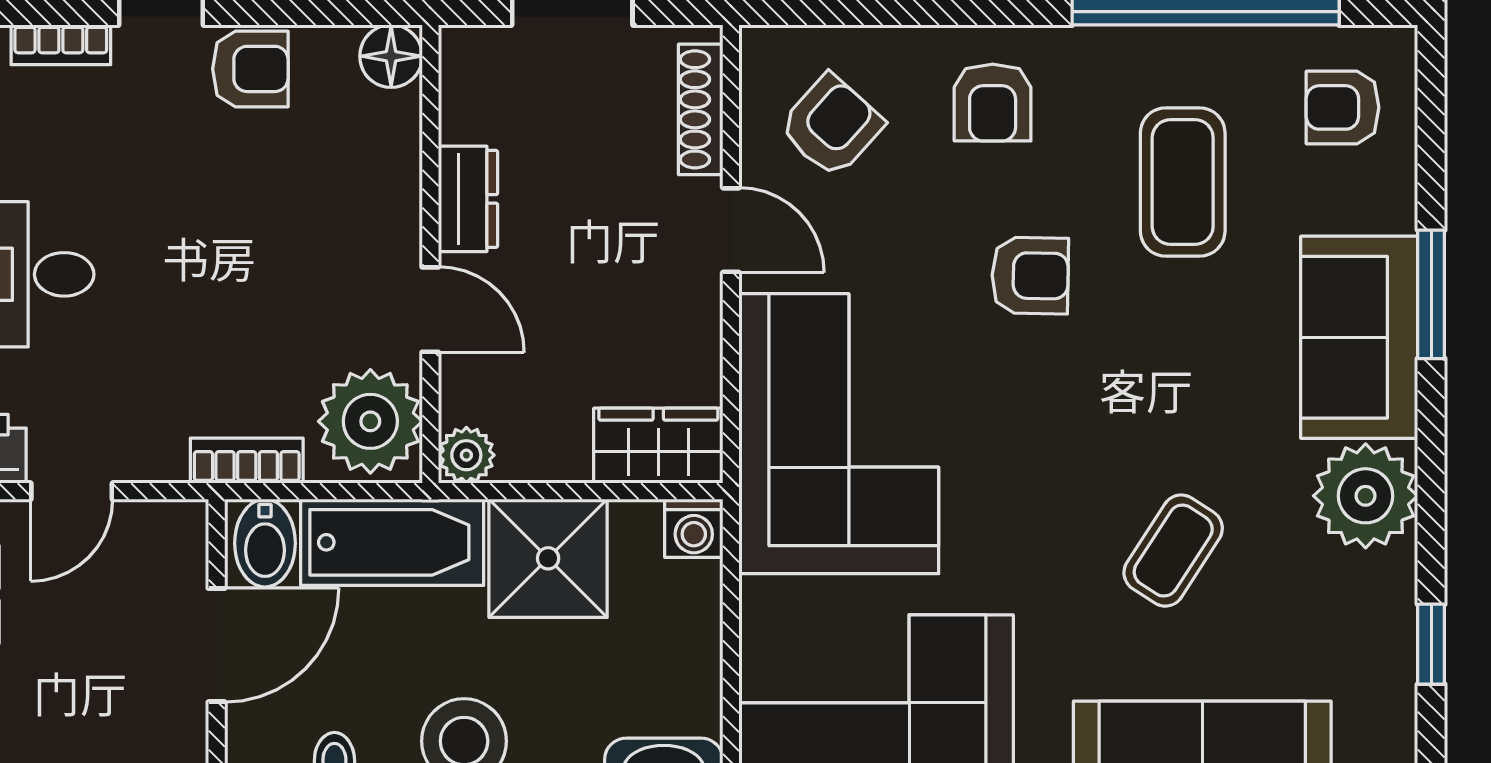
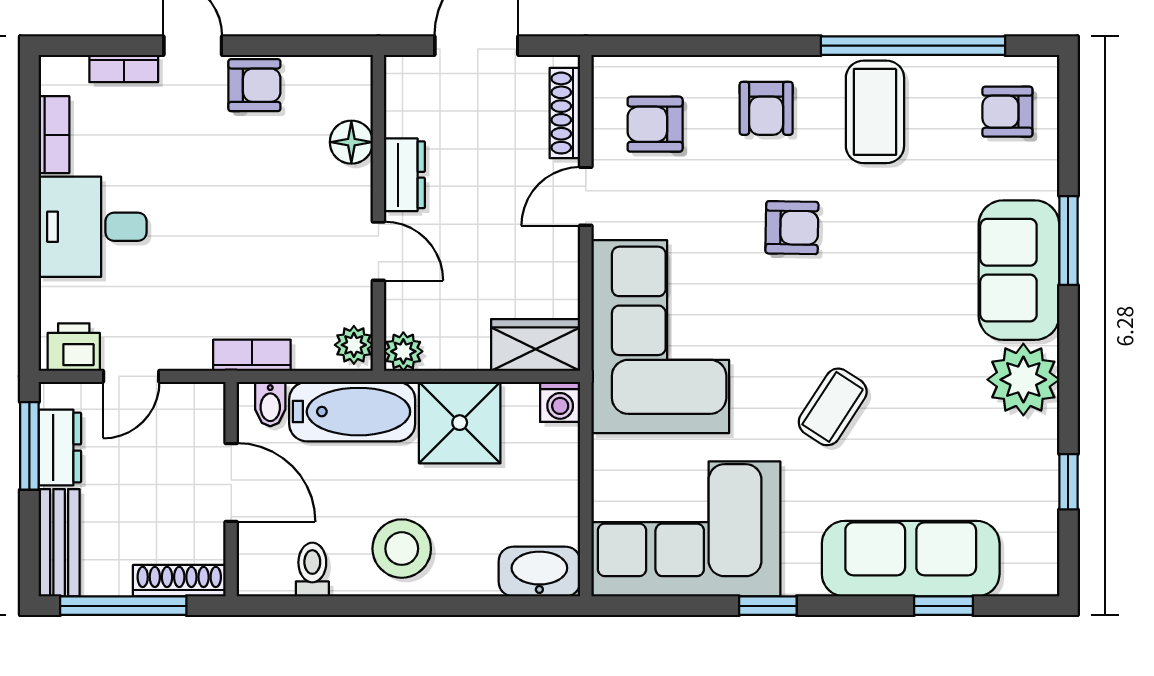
floor lamp: (391, 56) -> (351, 142), moved
armchair: (831, 126) -> (655, 124), turned -132
coffee table: (1183, 182) -> (875, 112), moved
door: (731, 230) -> (586, 196), swing flipped
plant: (370, 421) -> (354, 345), width x0.53, depth x0.53
bidet: (265, 543) -> (270, 404), width x0.72, depth x0.74
coffee table: (1173, 551) -> (833, 407), moved
door: (217, 645) -> (231, 482), hinge flipped

